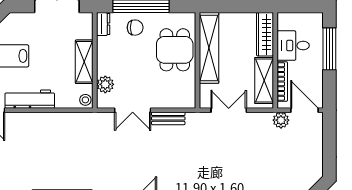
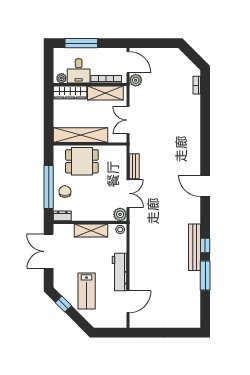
plant: (284, 23) -> (61, 78), added
plant: (105, 84) -> (120, 214), moved
door: (304, 110) -> (128, 62), swing flipped

